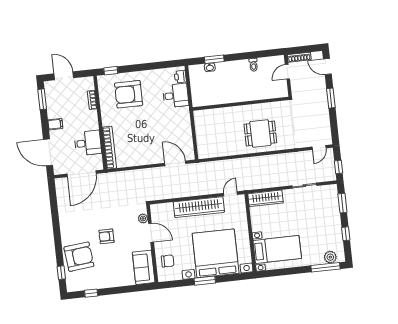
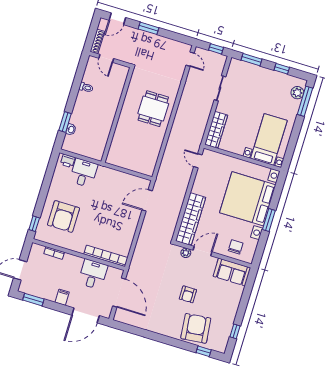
wardrobe: (199, 207) -> (191, 219), moved

